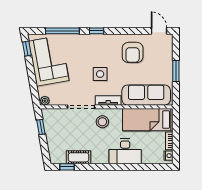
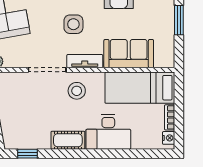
sofa: (146, 95) -> (129, 54), width x0.73
cot: (79, 157) -> (68, 140), moved

